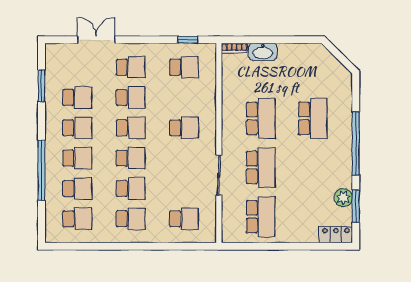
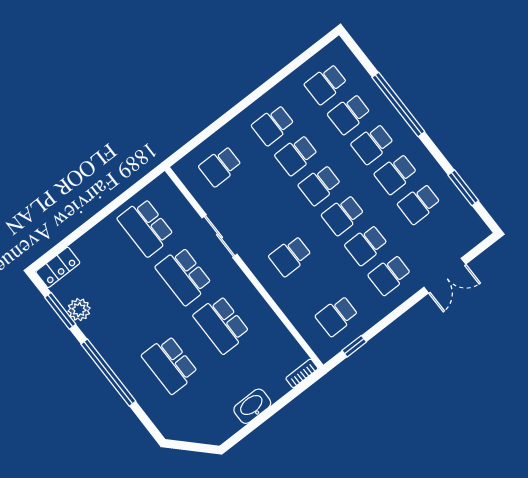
washbasin: (263, 52) -> (252, 406), moved

